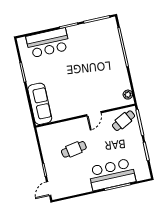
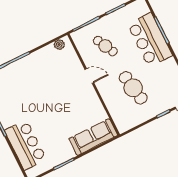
cafe table: (123, 121) -> (105, 46), moved
cafe table: (74, 149) -> (133, 88), width x1.37, depth x1.35

